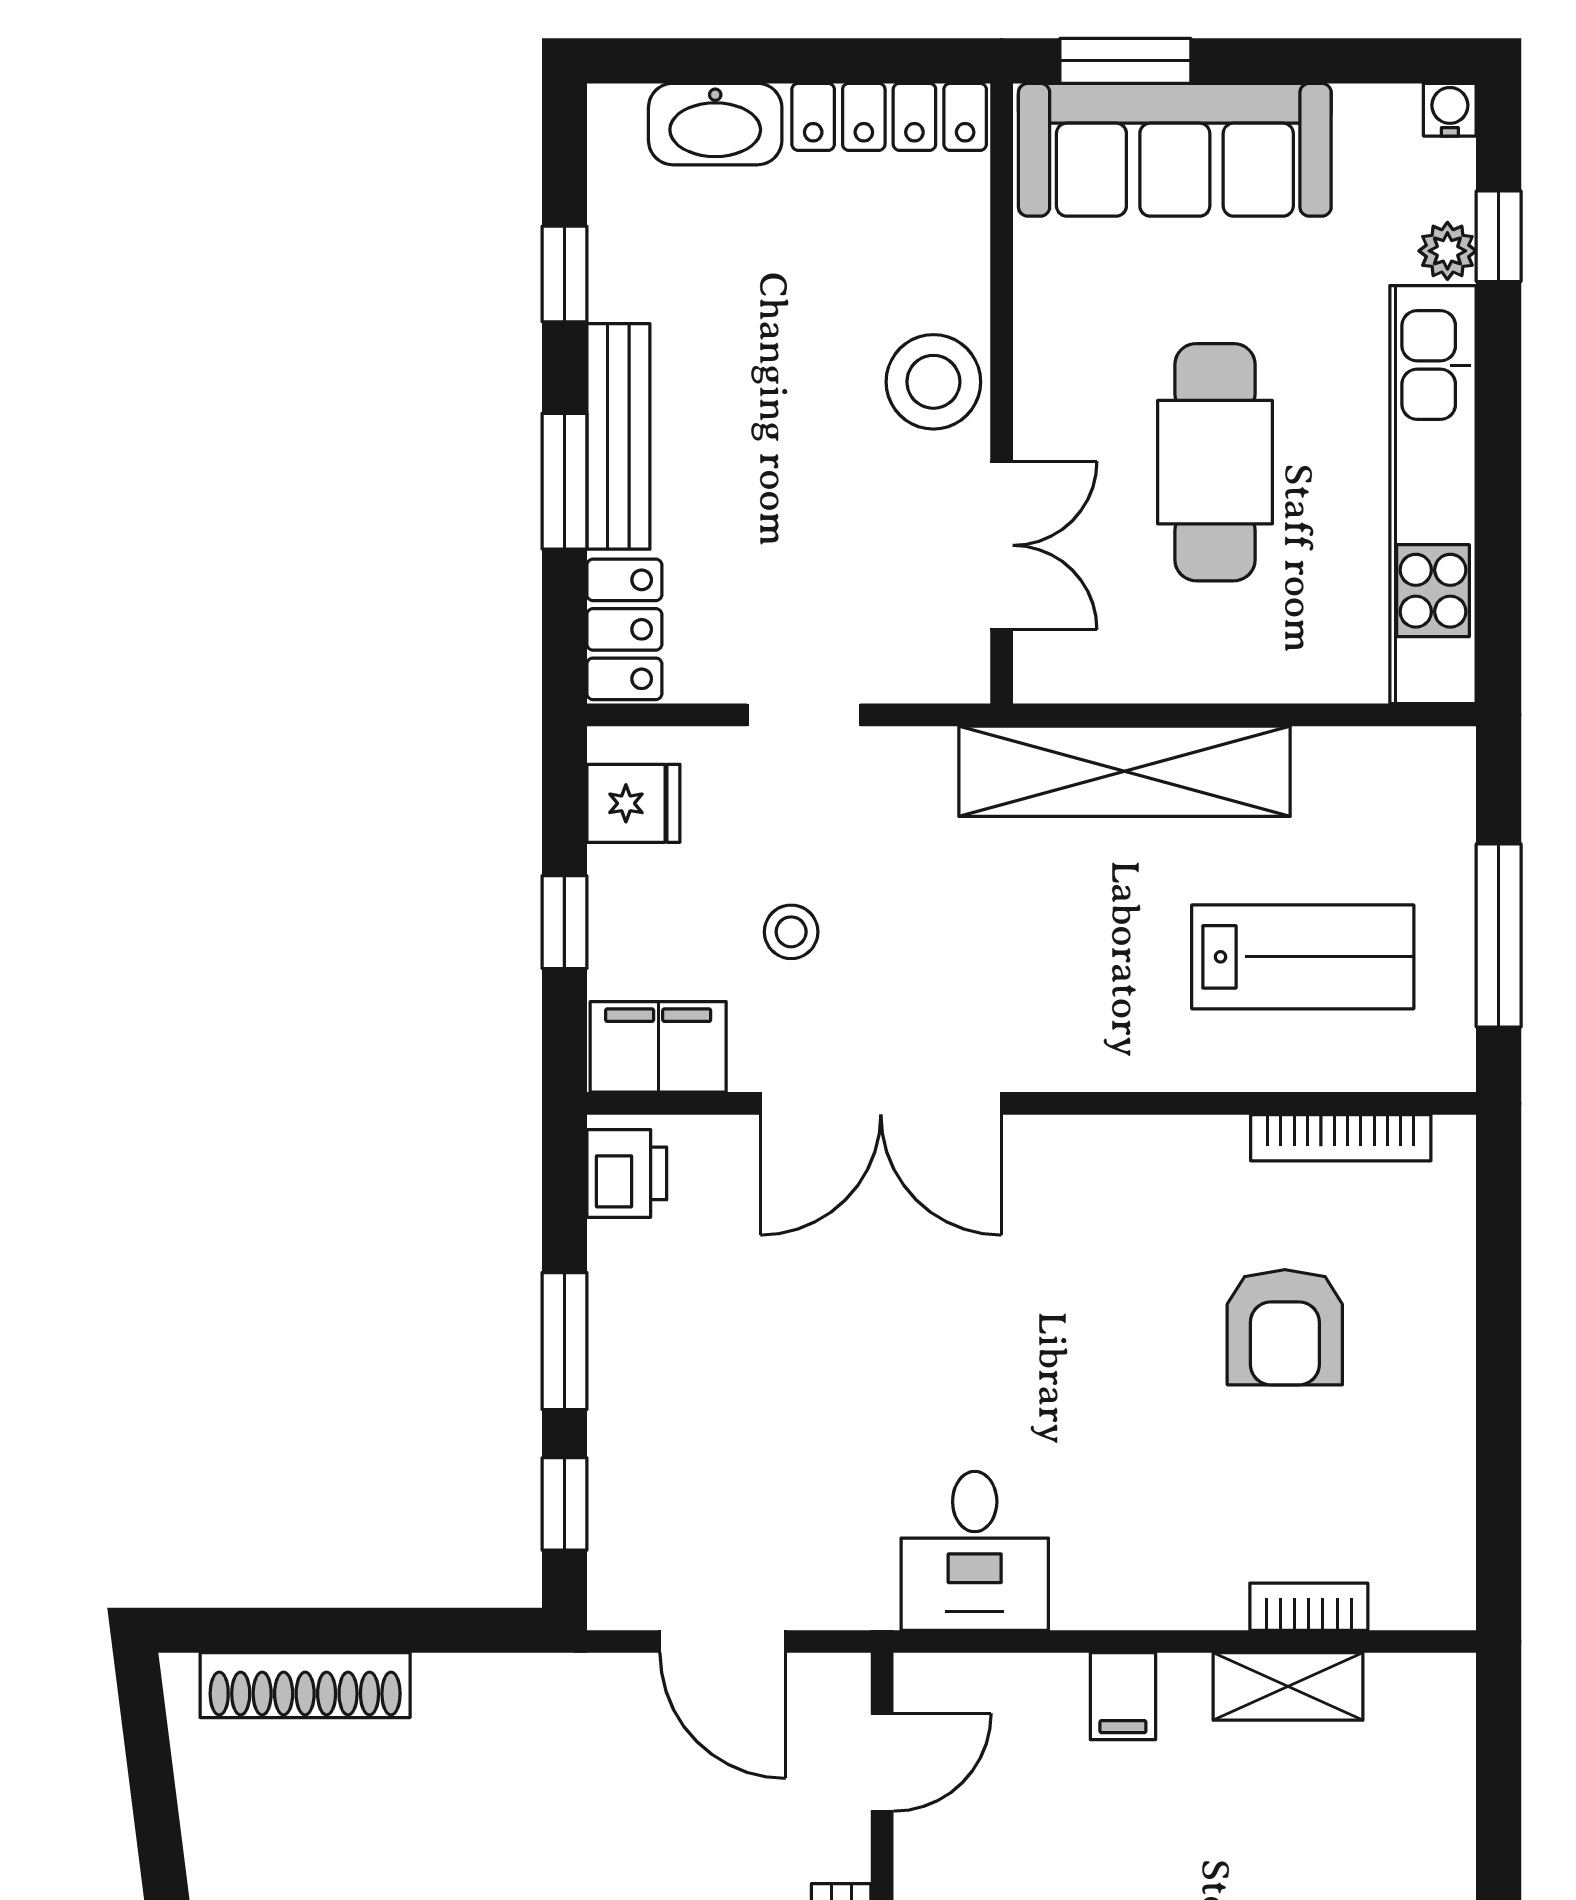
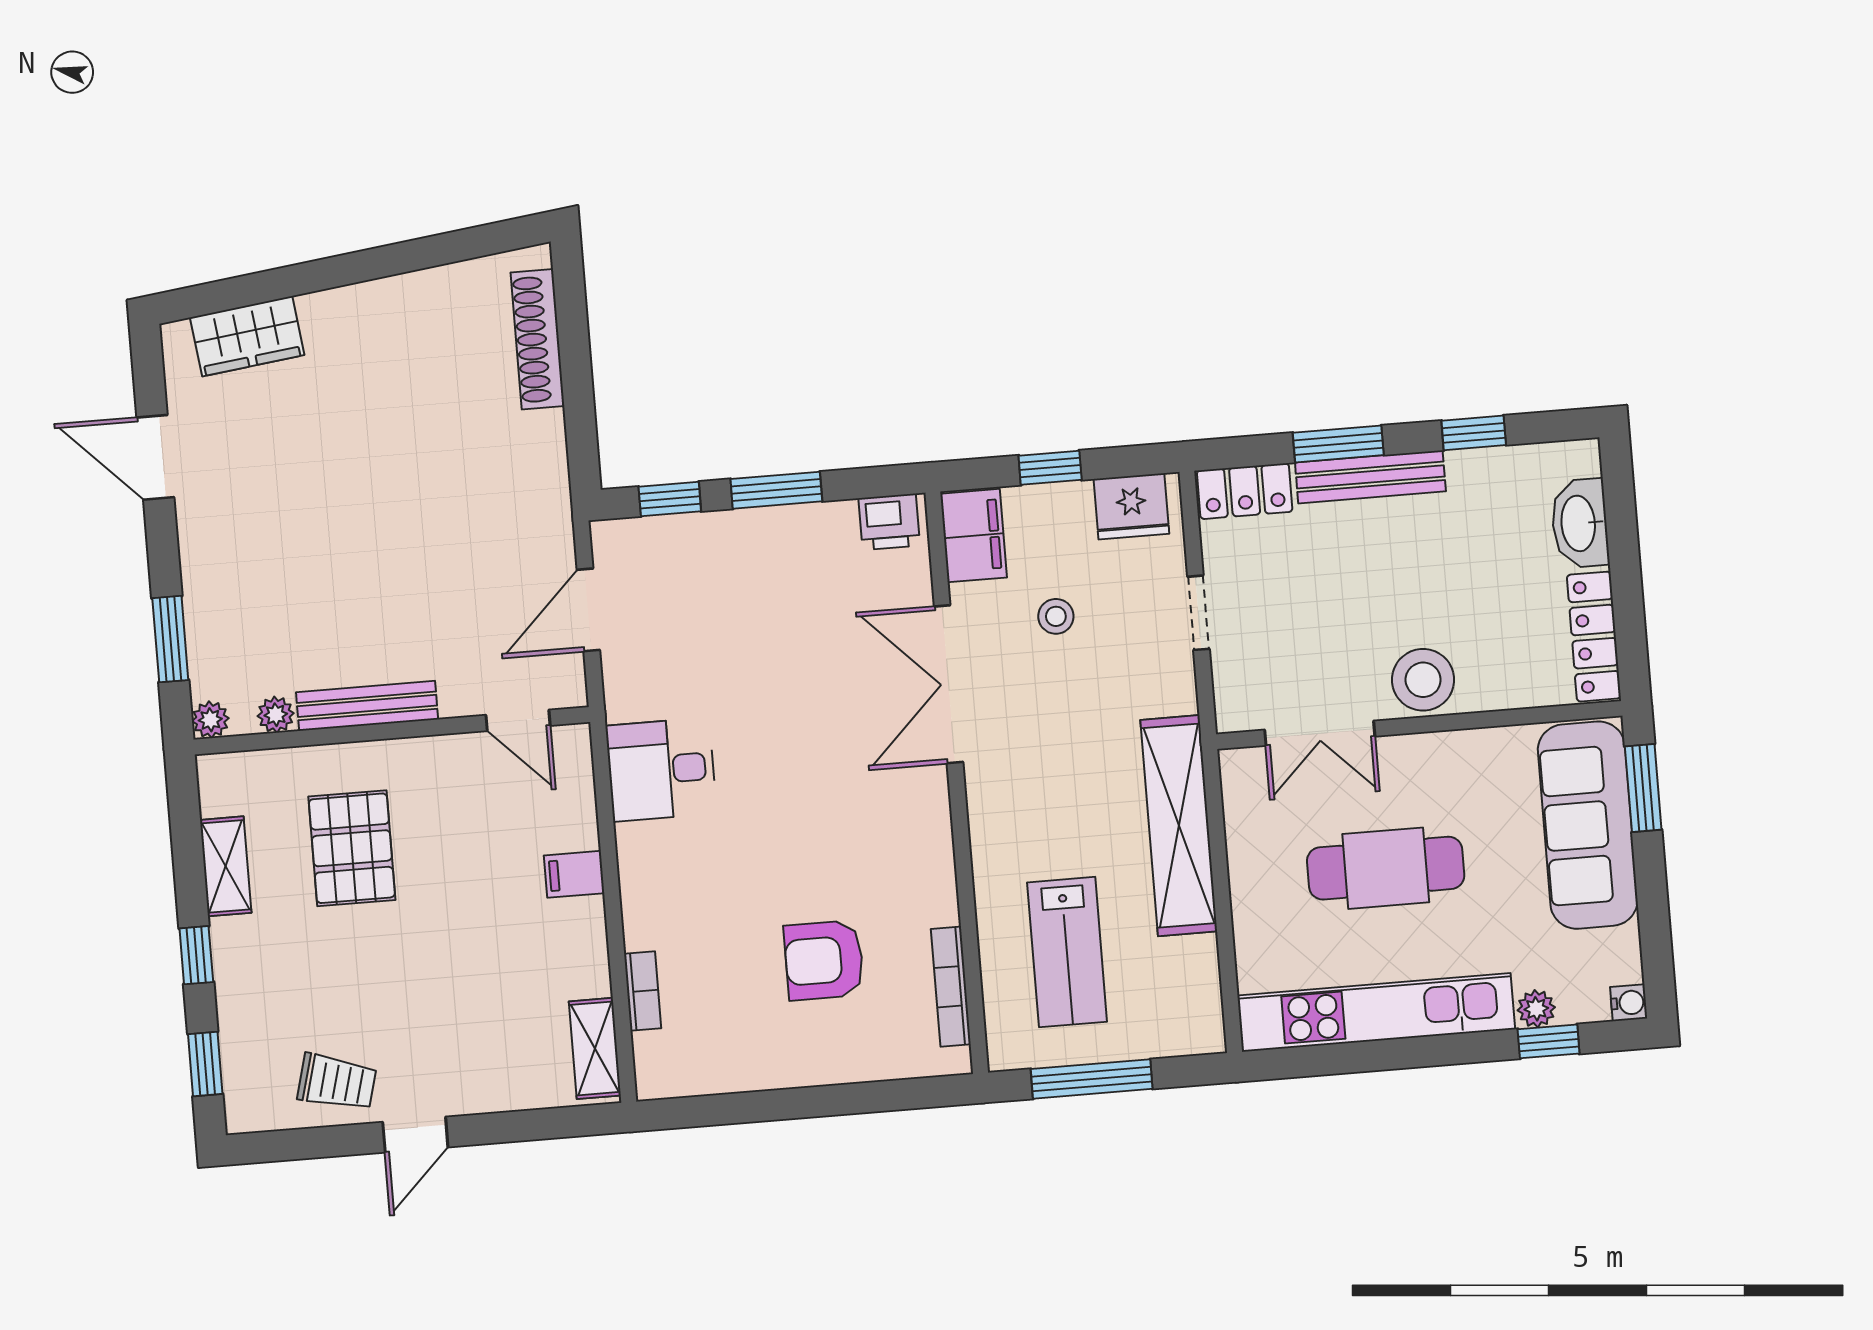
fridge: (633, 803) -> (1131, 506), width x1.38
shelving: (1288, 1686) -> (595, 1048), moved

